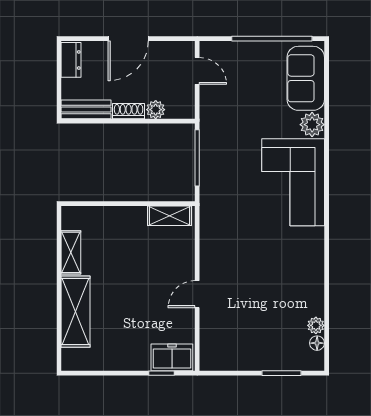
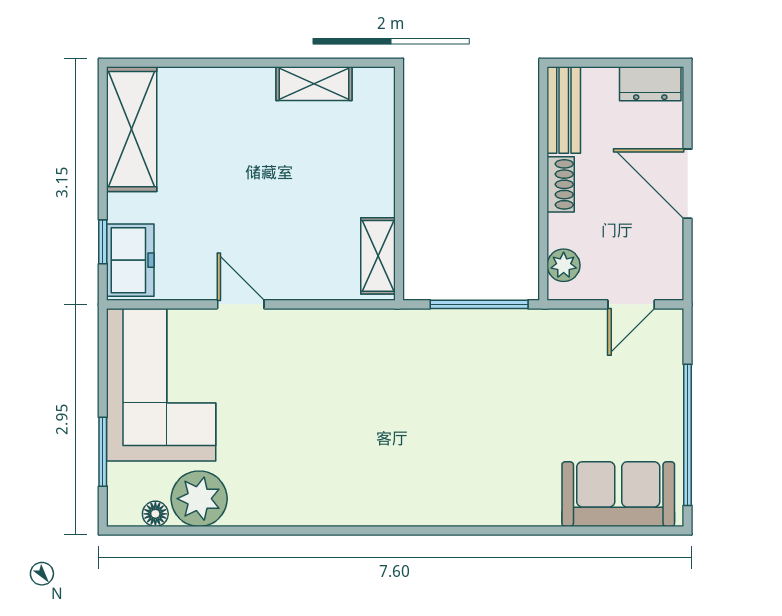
plant: (156, 110) -> (564, 265), moved
plant: (312, 125) -> (537, 505), removed
corner sofa: (293, 182) -> (161, 385), moved, turned 90
shelving: (76, 312) -> (132, 129), moved, turned 90
plant: (316, 325) -> (199, 499), width x1.88, depth x1.88

